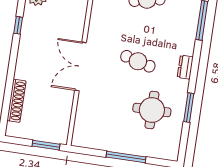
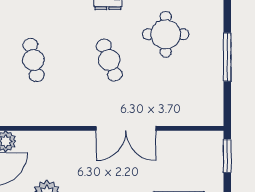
cafe table: (138, 61) -> (109, 60), turned -36

